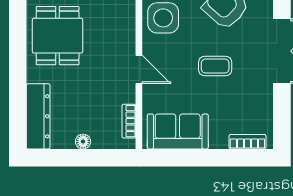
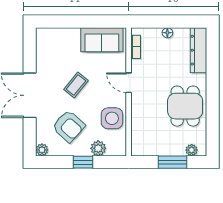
coffee table: (215, 66) -> (76, 85), turned -51
bookcase: (247, 142) -> (54, 33), removed

